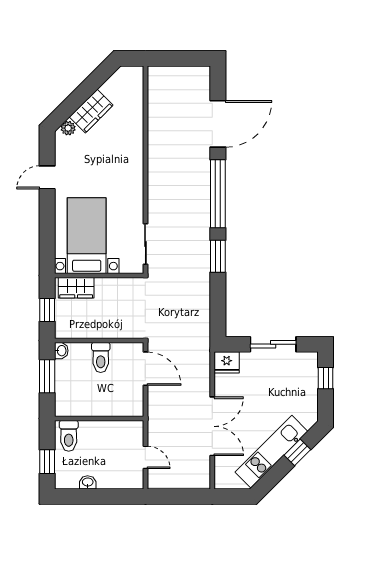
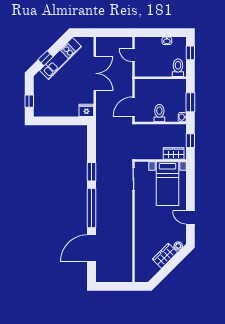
door: (47, 177) -> (190, 217), swing flipped
sliding door: (273, 344) -> (60, 121), removed
door: (145, 369) -> (133, 107), hinge flipped
double door: (212, 426) -> (95, 73), swing flipped

